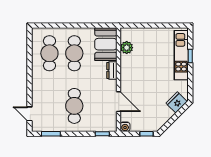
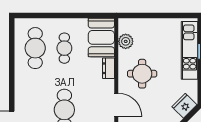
cafe table: (74, 53) -> (64, 48), width x0.73, depth x0.74
round table: (141, 75) -> (142, 74), added

